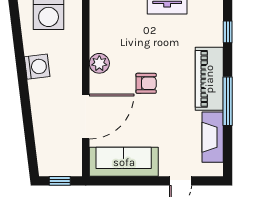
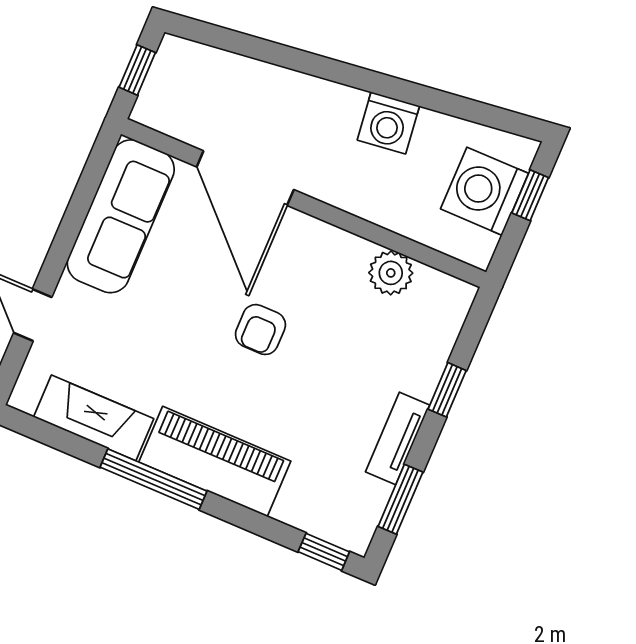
window: (228, 32) -> (324, 552), moved
plant: (99, 63) -> (391, 273), moved

